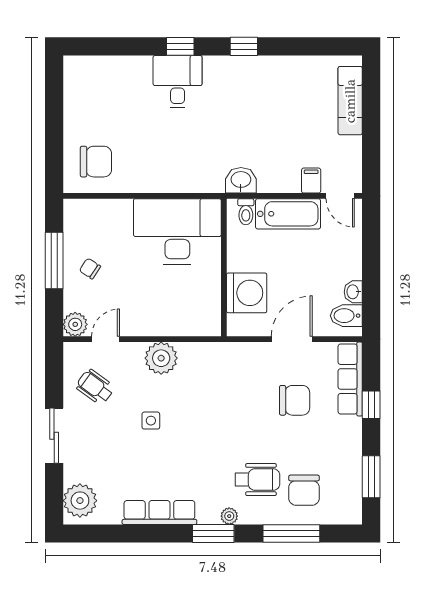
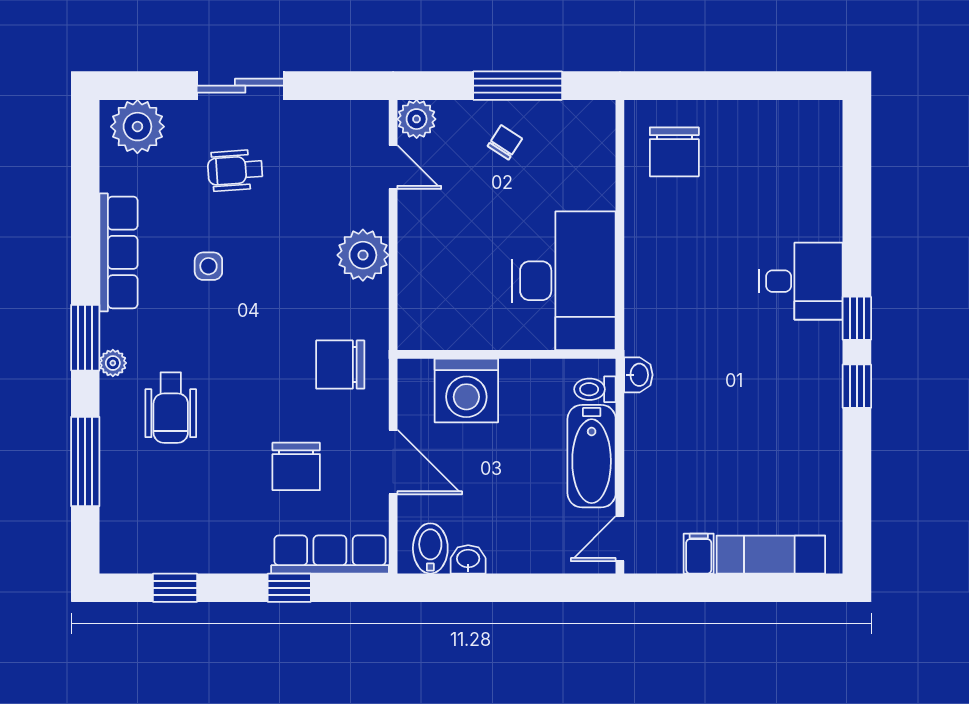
window: (180, 46) -> (857, 318), moved
washbasin: (241, 180) -> (638, 375), width x0.72, depth x0.69
filing cabinet: (311, 181) -> (699, 554), moved, turned -90
wheelchair: (95, 387) -> (235, 170), moved, turned -130
side table: (151, 421) -> (208, 266), moved
window: (371, 477) -> (175, 588), width x0.67
chair: (304, 490) -> (340, 365), moved

